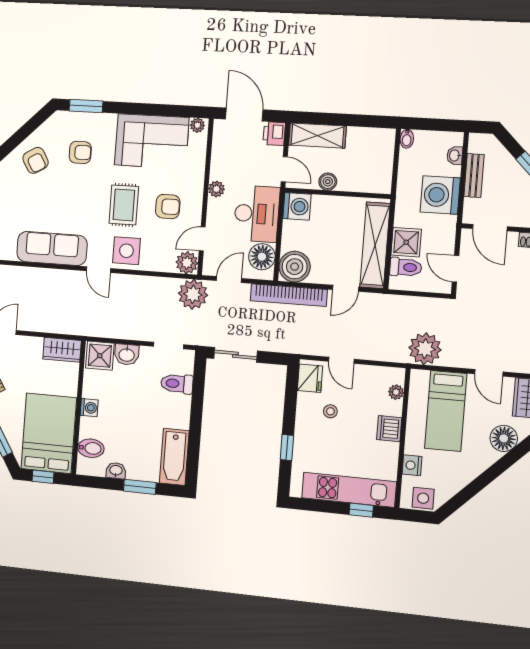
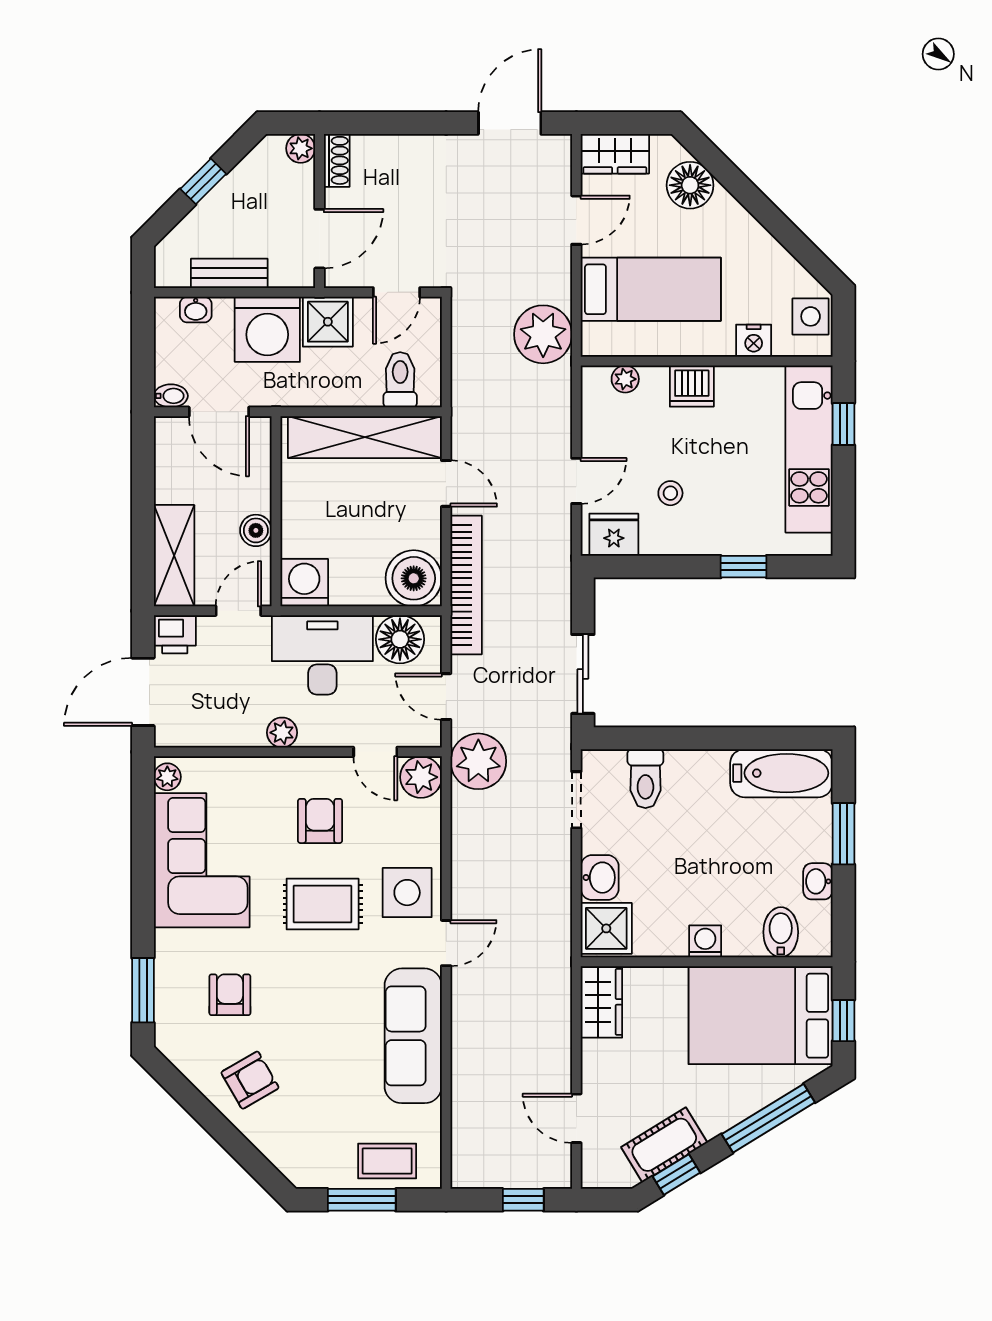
door: (396, 165) -> (219, 412), added
shower: (406, 242) -> (328, 322), moved

